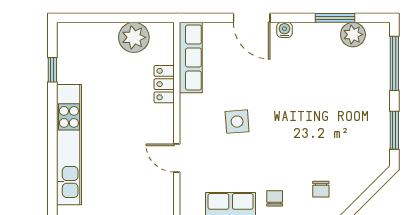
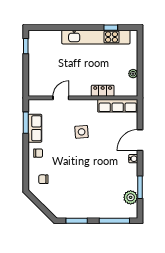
plant: (134, 37) -> (133, 74), width x0.53, depth x0.53
kitchen unit: (69, 145) -> (96, 37), moved

